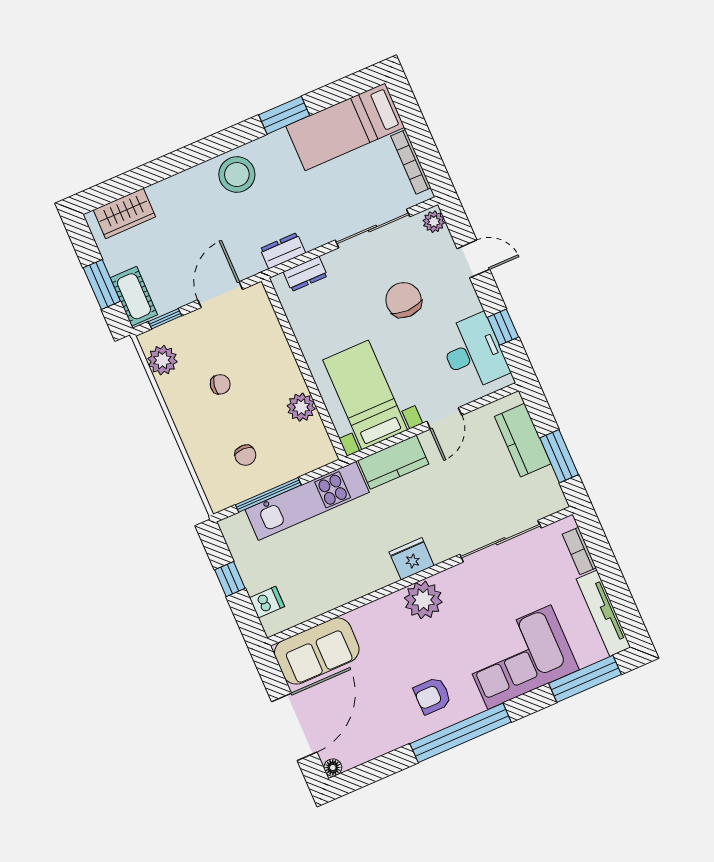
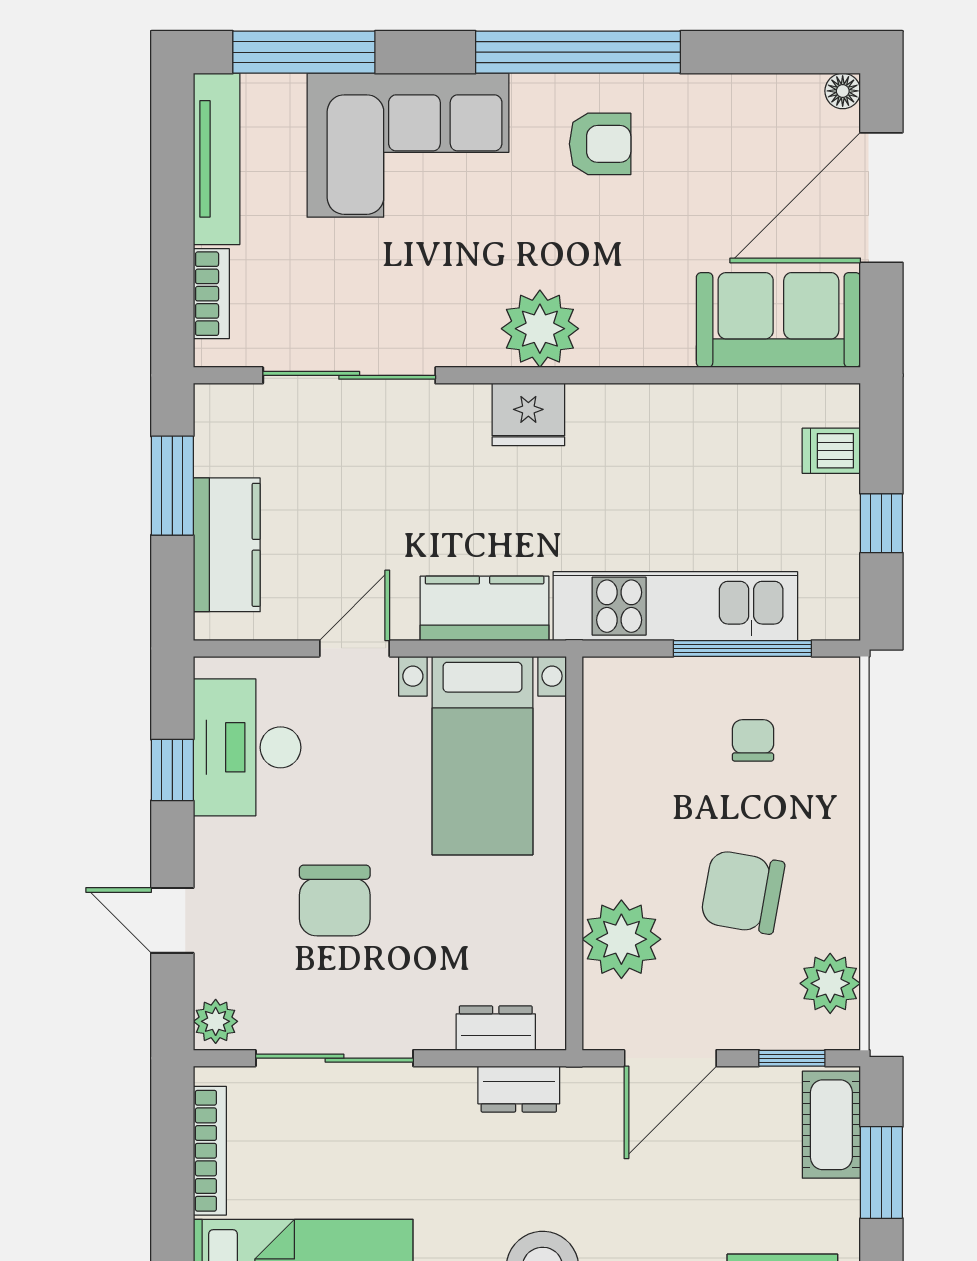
chair: (220, 384) -> (743, 892), width x1.87, depth x1.87
plant: (301, 407) -> (621, 939), moved, width x1.36, depth x1.36

